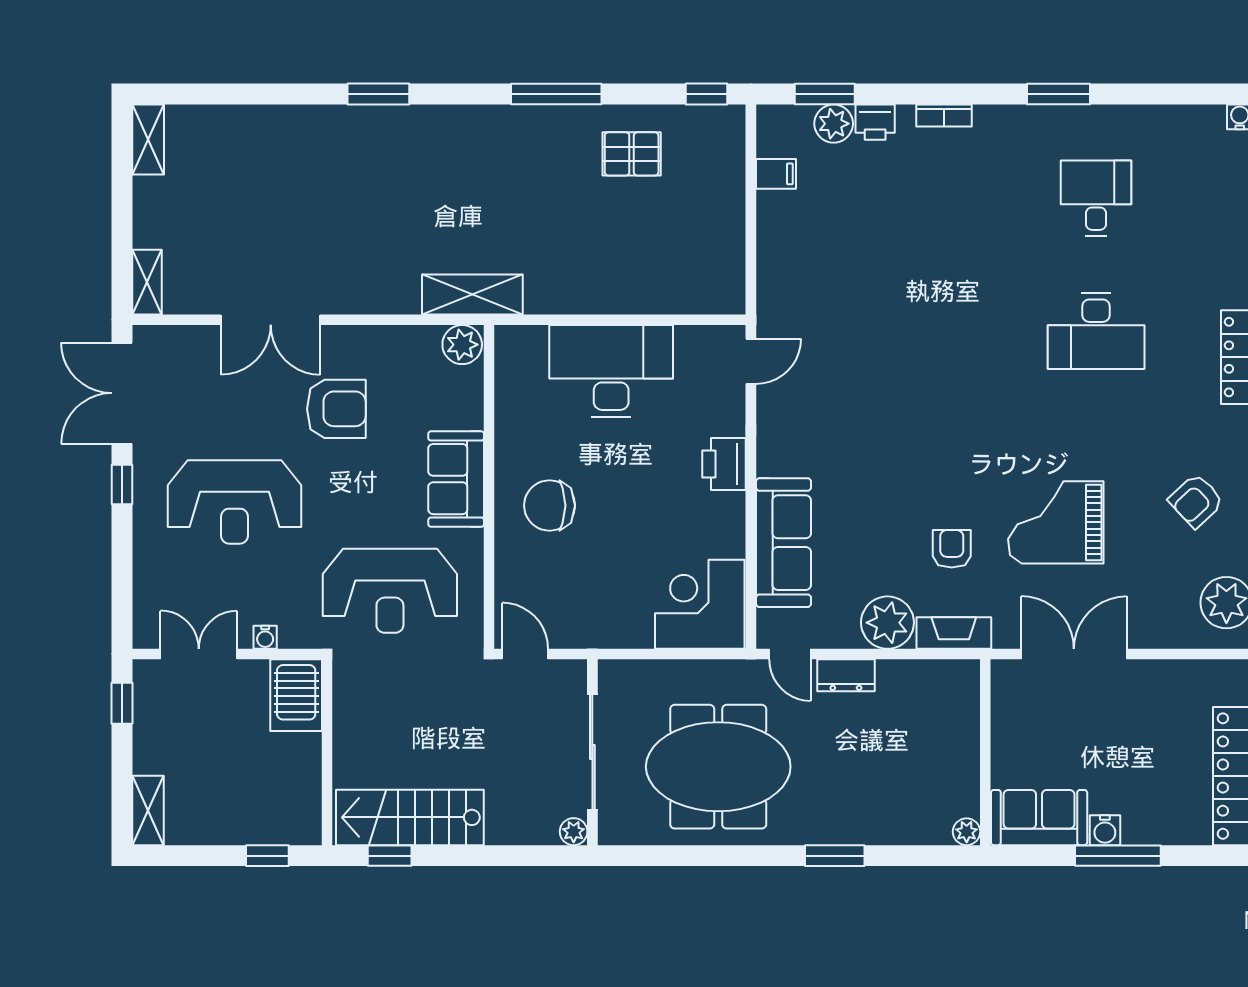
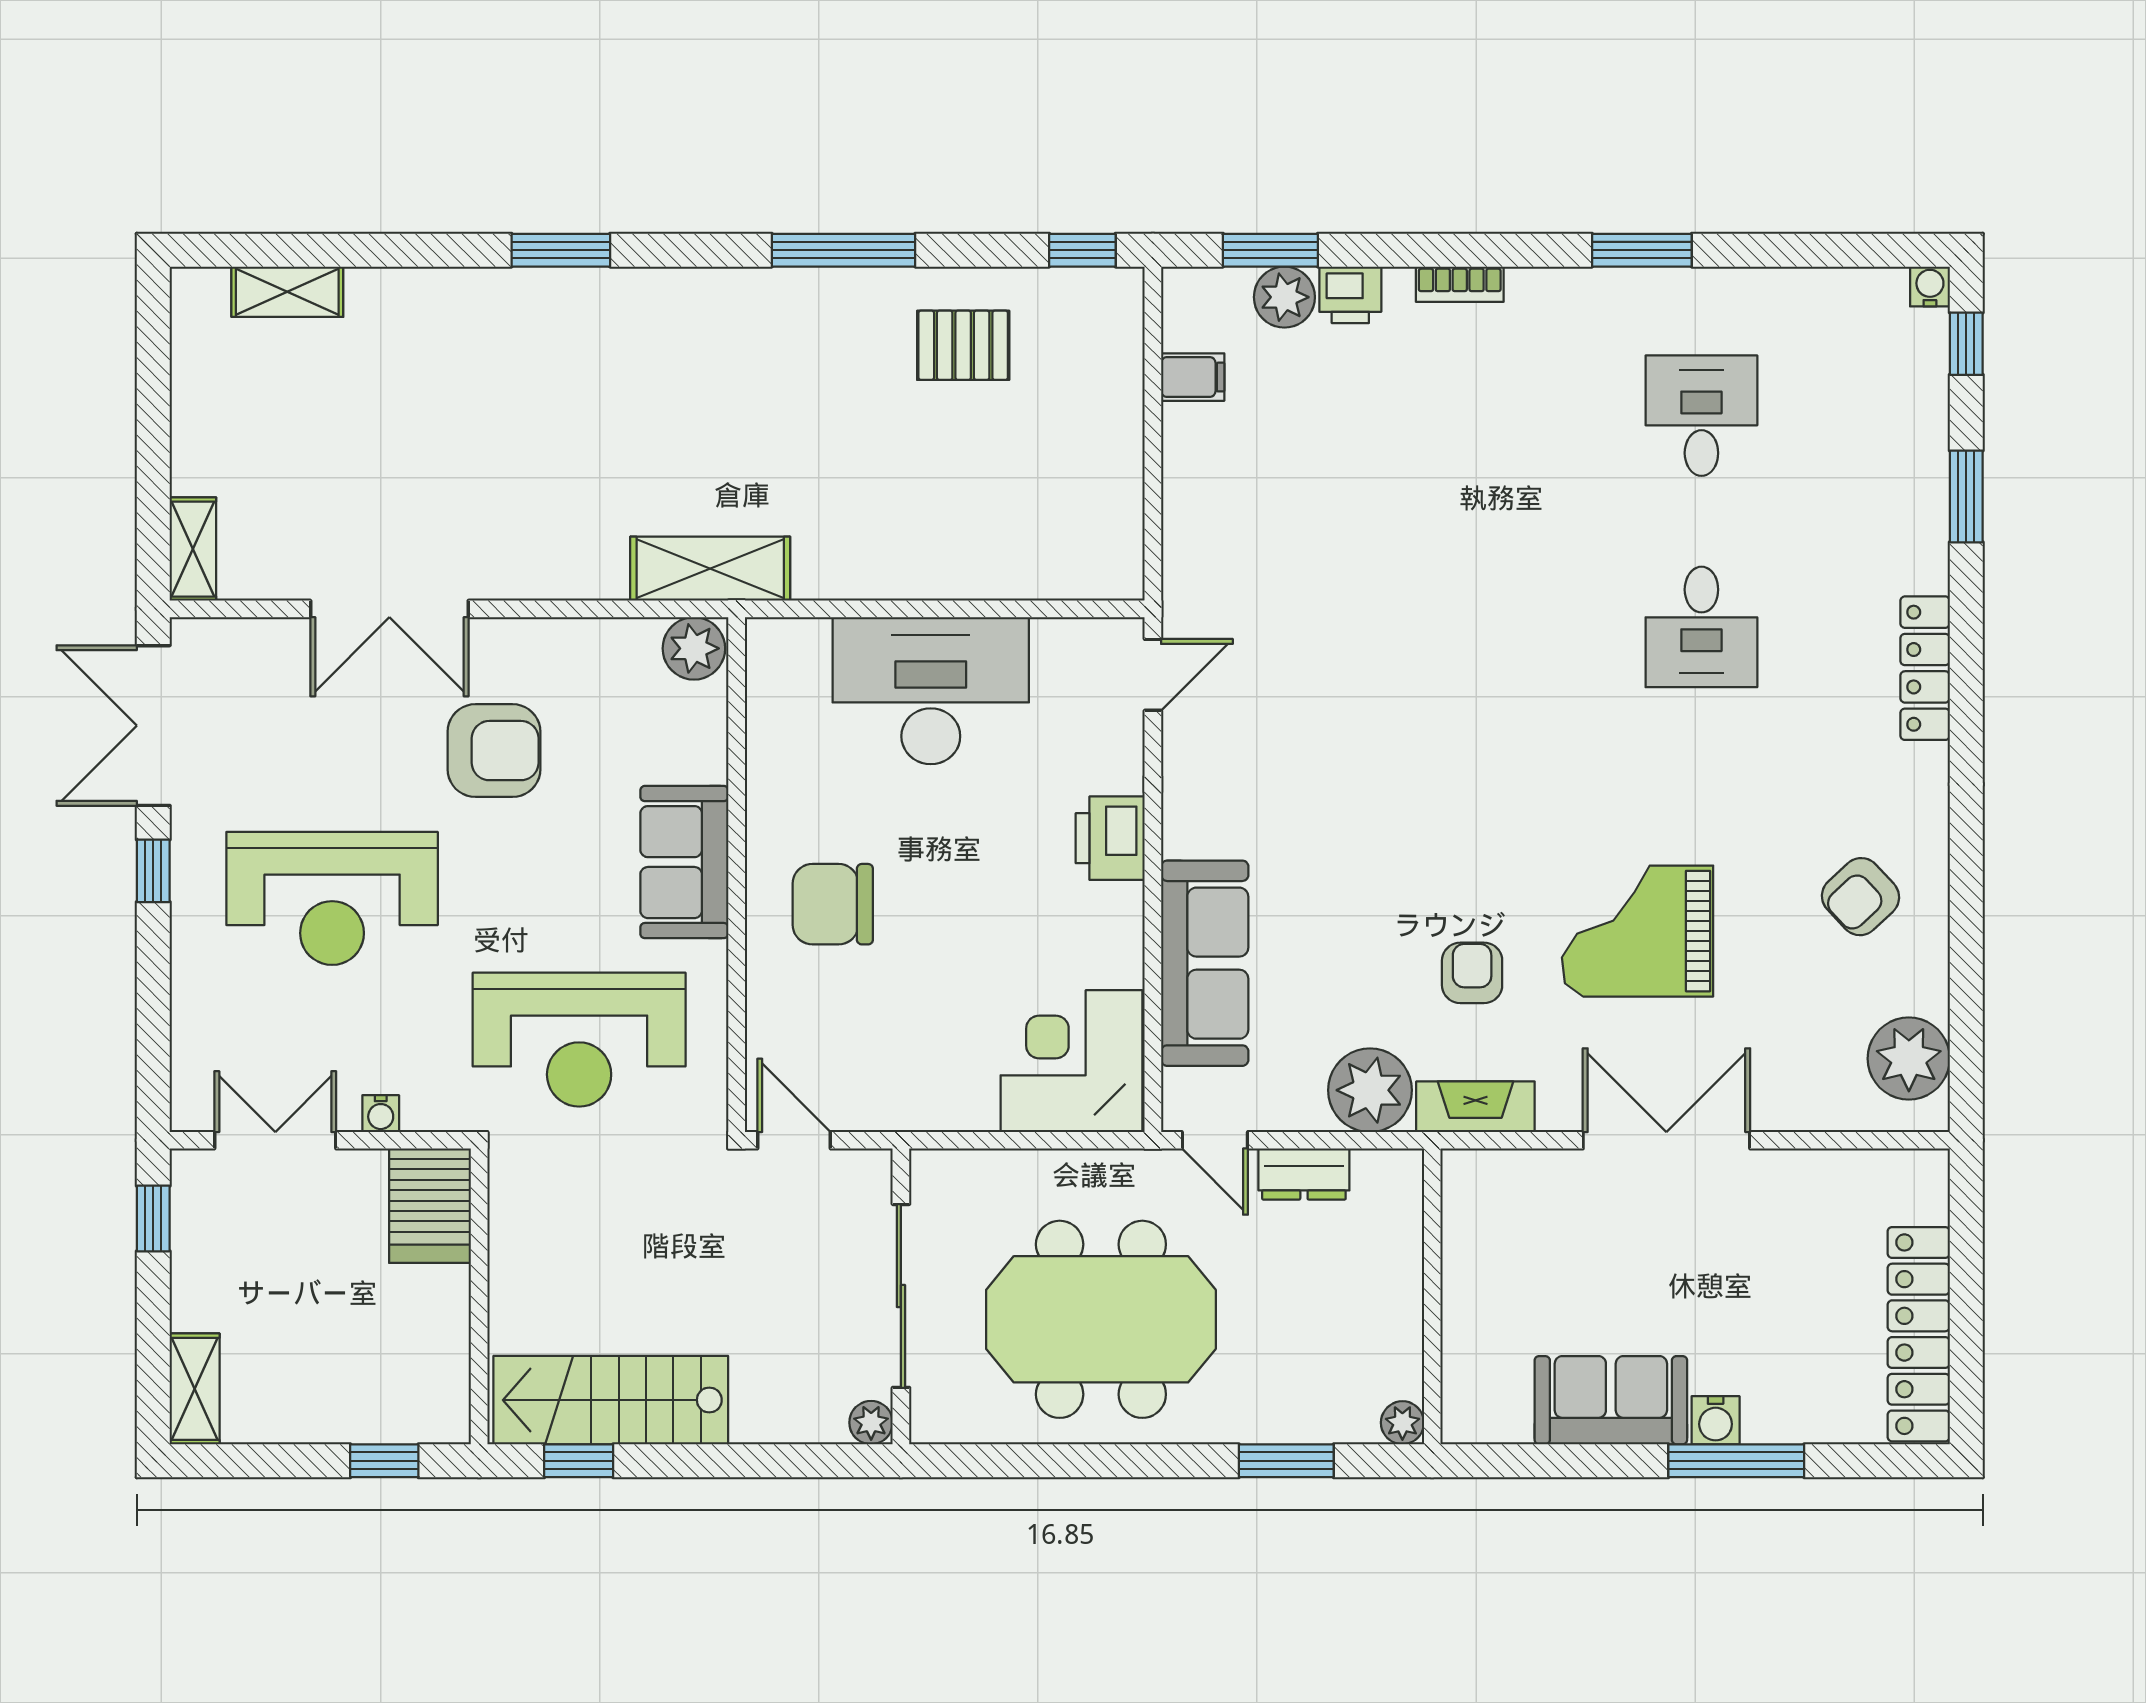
shelving: (148, 140) -> (287, 292), moved, turned 90
desk: (1096, 331) -> (1701, 627), width x0.73
wall: (985, 752) -> (1432, 1296), moved
plant: (967, 832) -> (1402, 1423), moved

